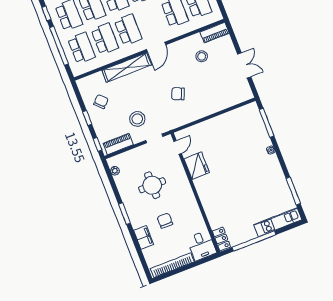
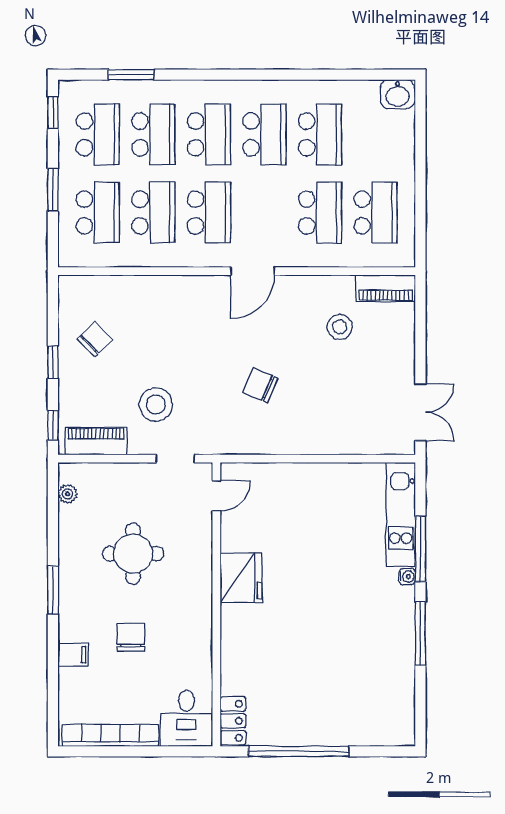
window: (59, 46) -> (53, 190), width x0.47
double door: (244, 65) -> (420, 412), moved
shelving: (127, 68) -> (175, 289), removed
window: (267, 123) -> (420, 549), moved
fridge: (197, 166) -> (241, 578), moved
window: (293, 191) -> (420, 634), moved
kitchen unit: (278, 222) -> (401, 514), moved, turned -90
filing cabinet: (144, 237) -> (73, 655), width x0.50

